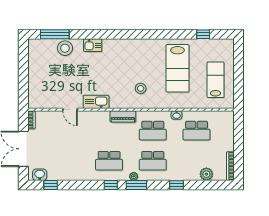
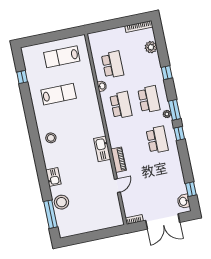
lab bench: (177, 68) -> (59, 94), width x0.73, depth x0.72
stool: (141, 88) -> (51, 138), moved
kitchen sink: (96, 102) -> (102, 149), moved
piano: (123, 116) -> (119, 160), moved

